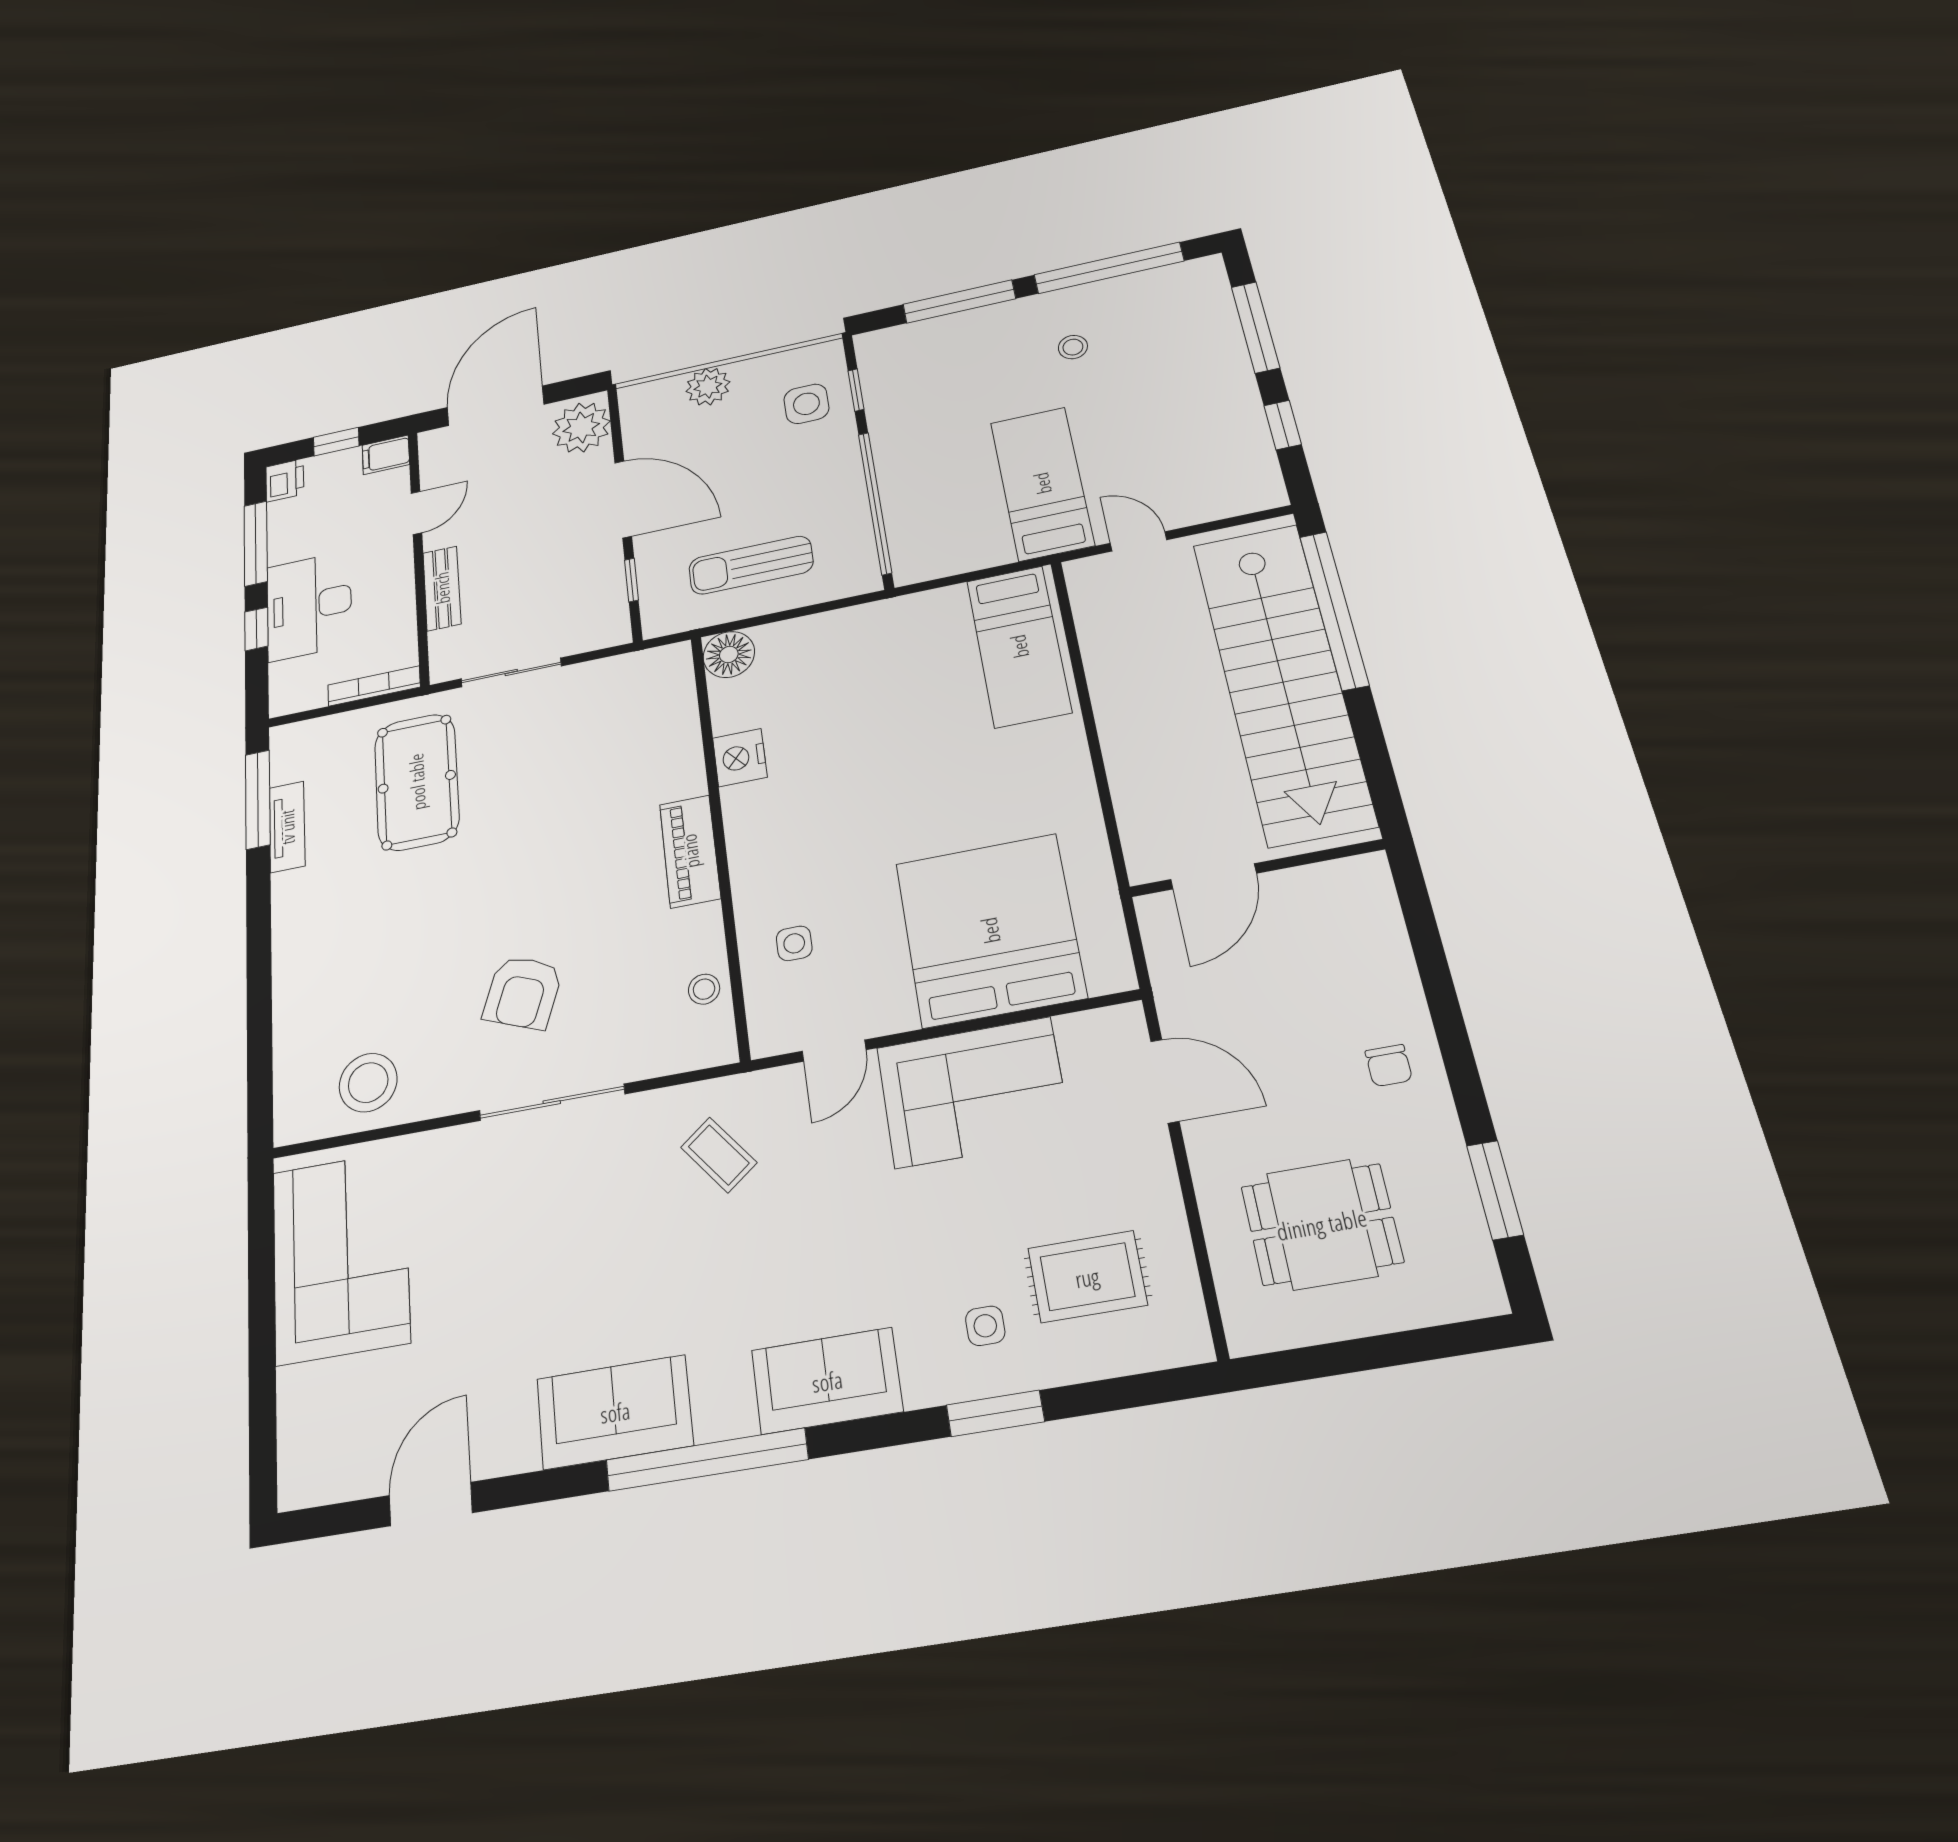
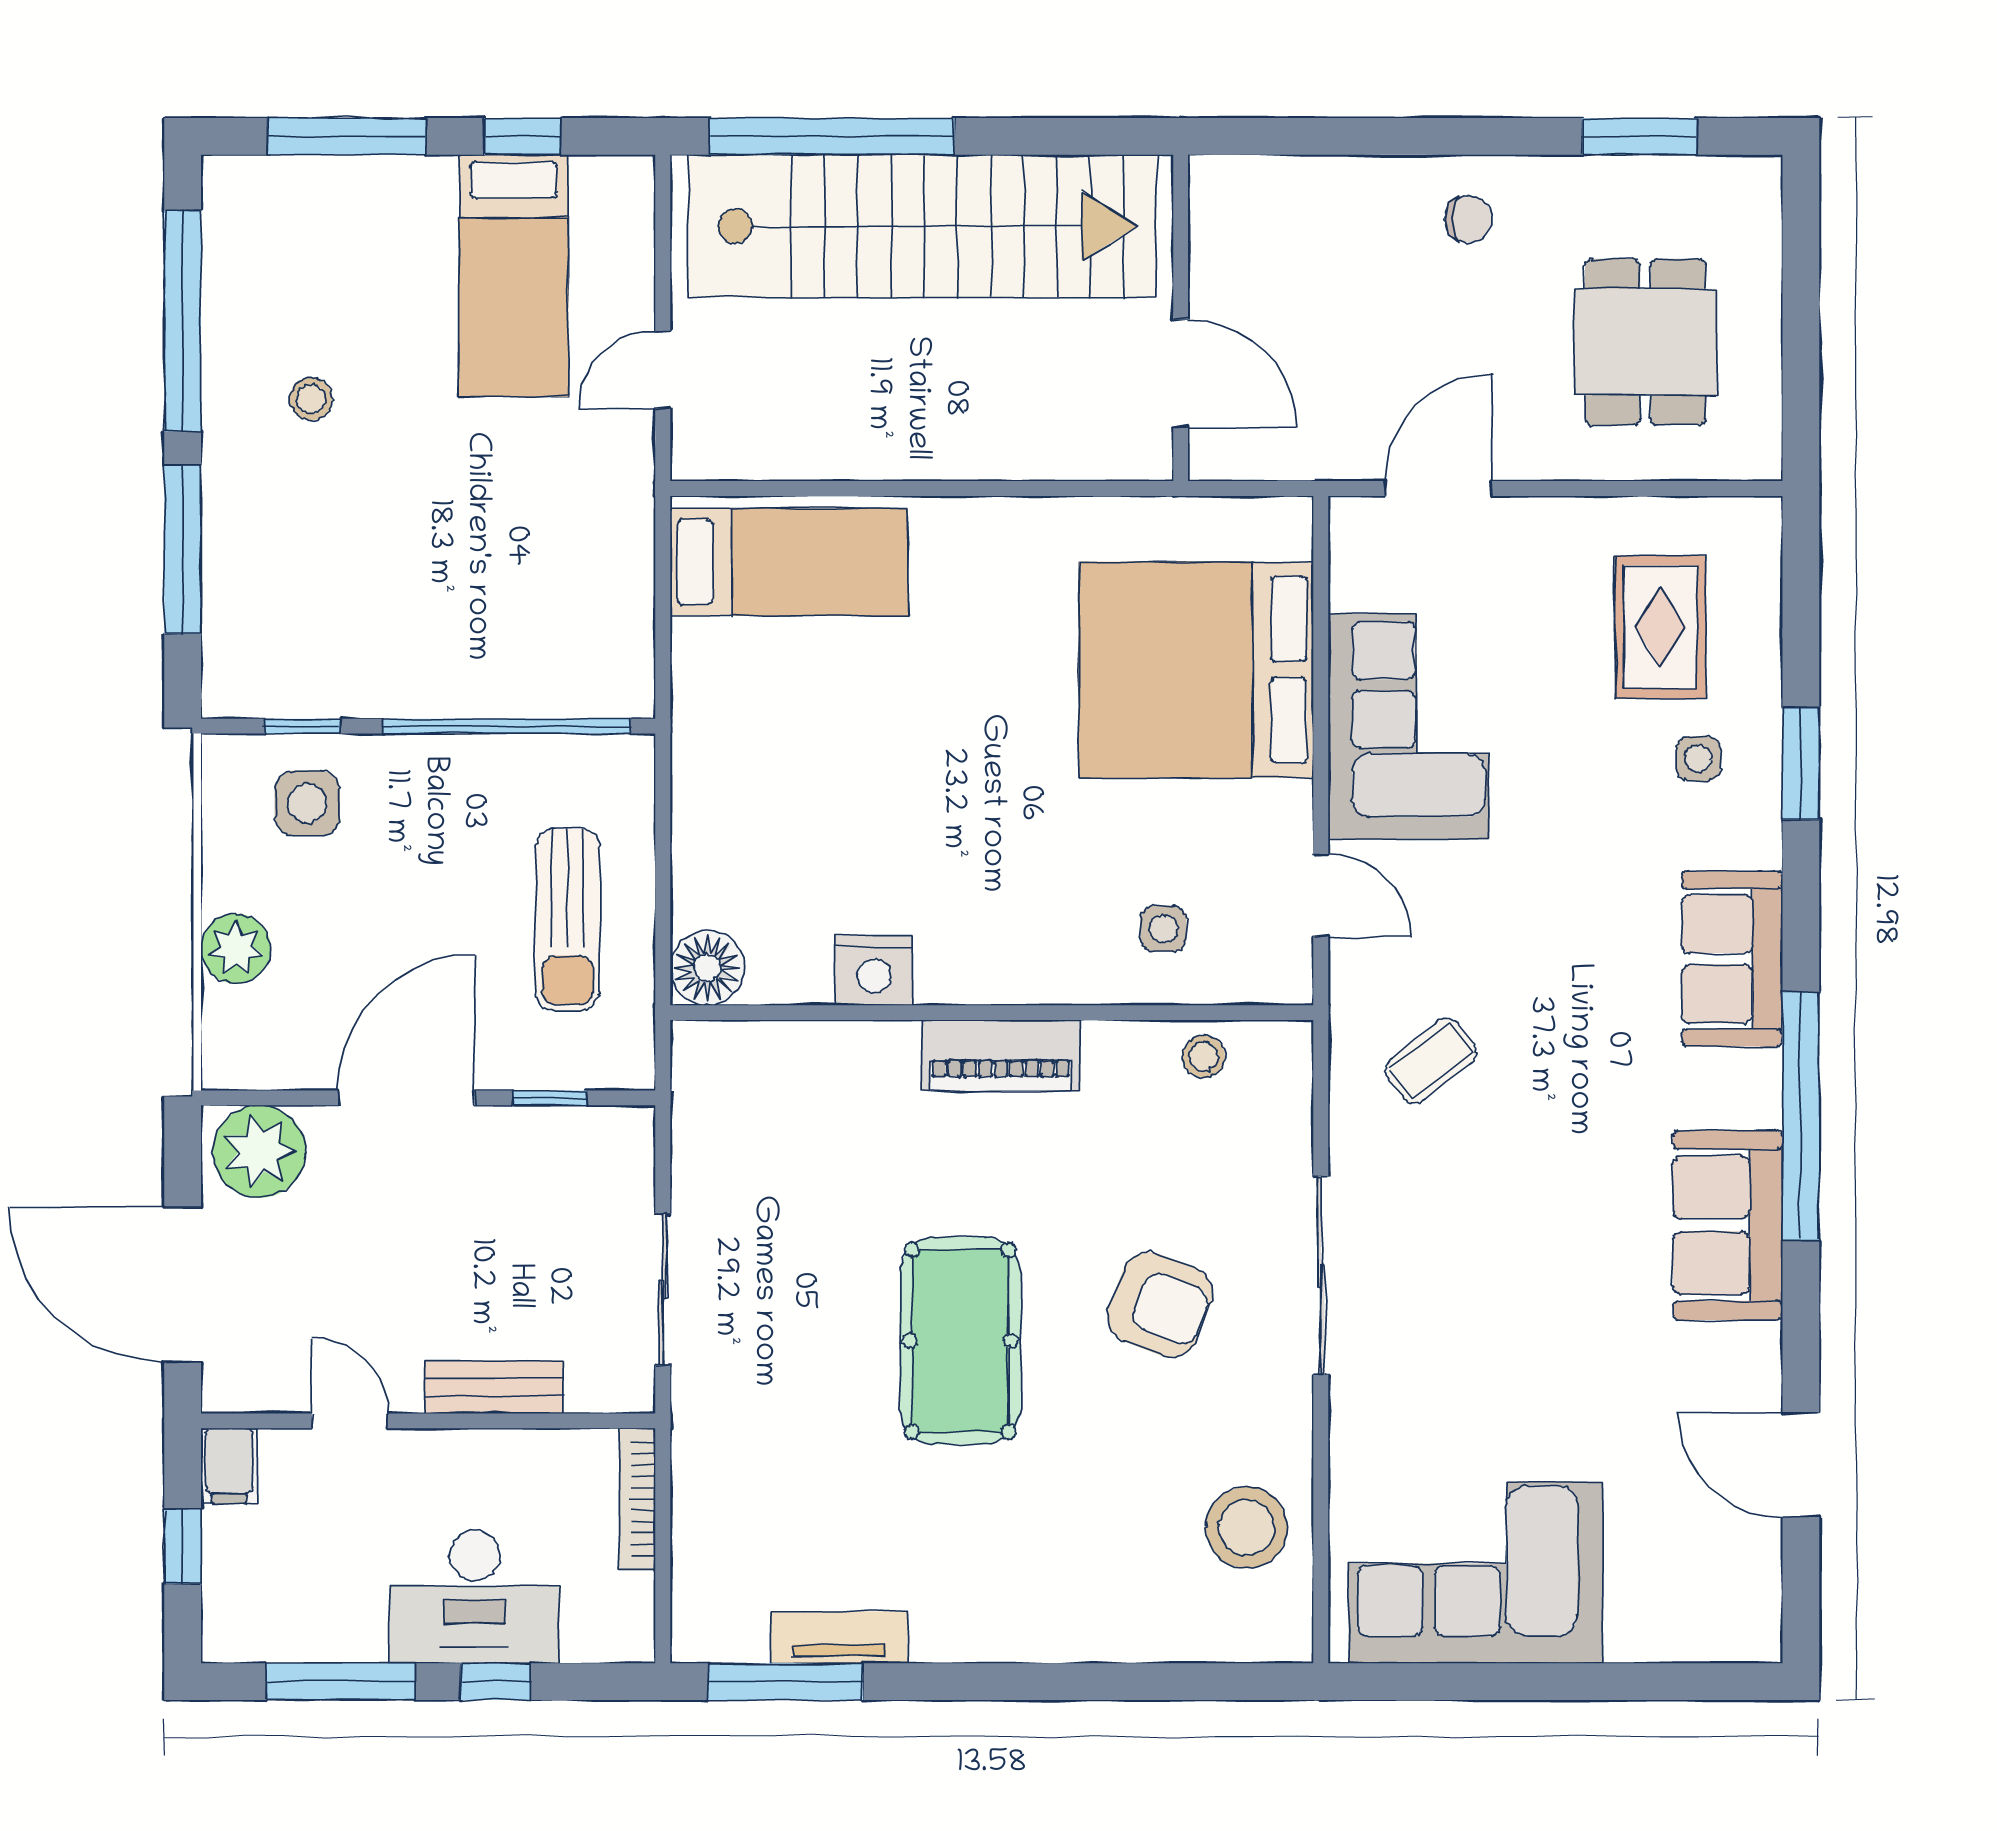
printer: (285, 480) -> (235, 1633), removed
bed: (1042, 483) -> (514, 276), moved, turned -90
pool table: (417, 782) -> (960, 1341), moved, turned 90

